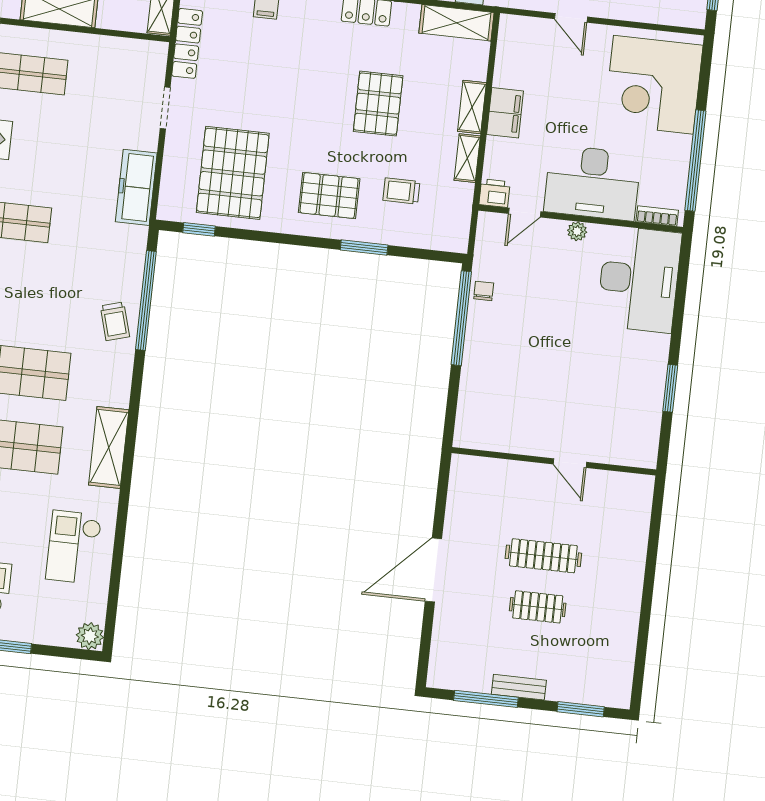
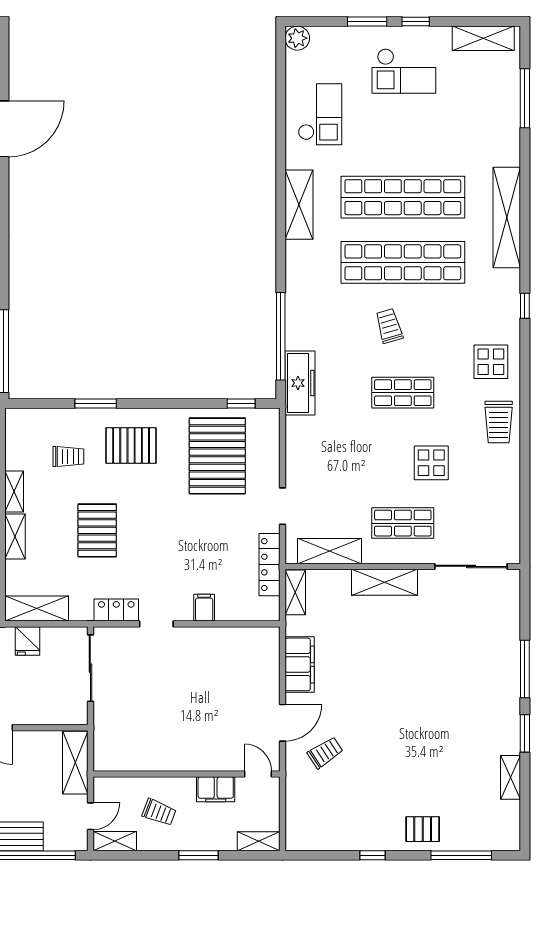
shelving: (117, 51) -> (330, 551), added
freezer: (136, 187) -> (300, 383), moved
trolley: (115, 321) -> (389, 326), moved

